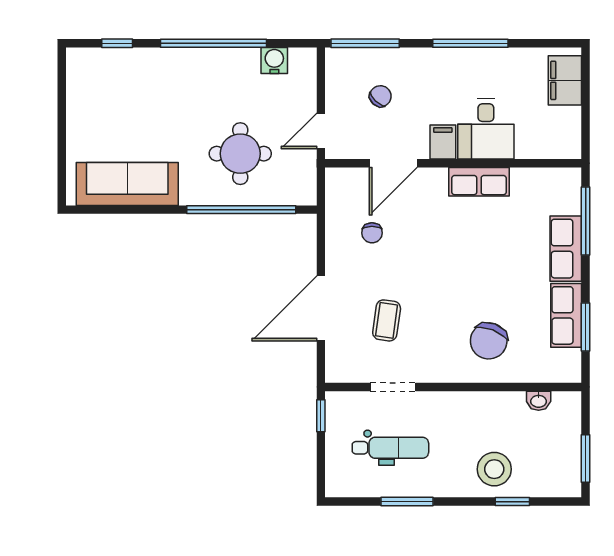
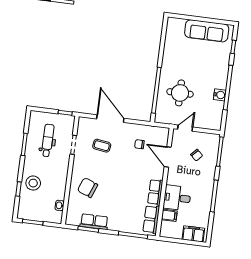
water cooler: (274, 60) -> (220, 95), moved
door: (321, 131) -> (185, 128), hinge flipped
filing cabinet: (443, 142) -> (169, 215), moved
sofa: (127, 184) -> (207, 31), moved, turned 90
row of seats: (566, 249) -> (151, 219), moved, turned -90
dental chair: (390, 448) -> (48, 140), turned 180

